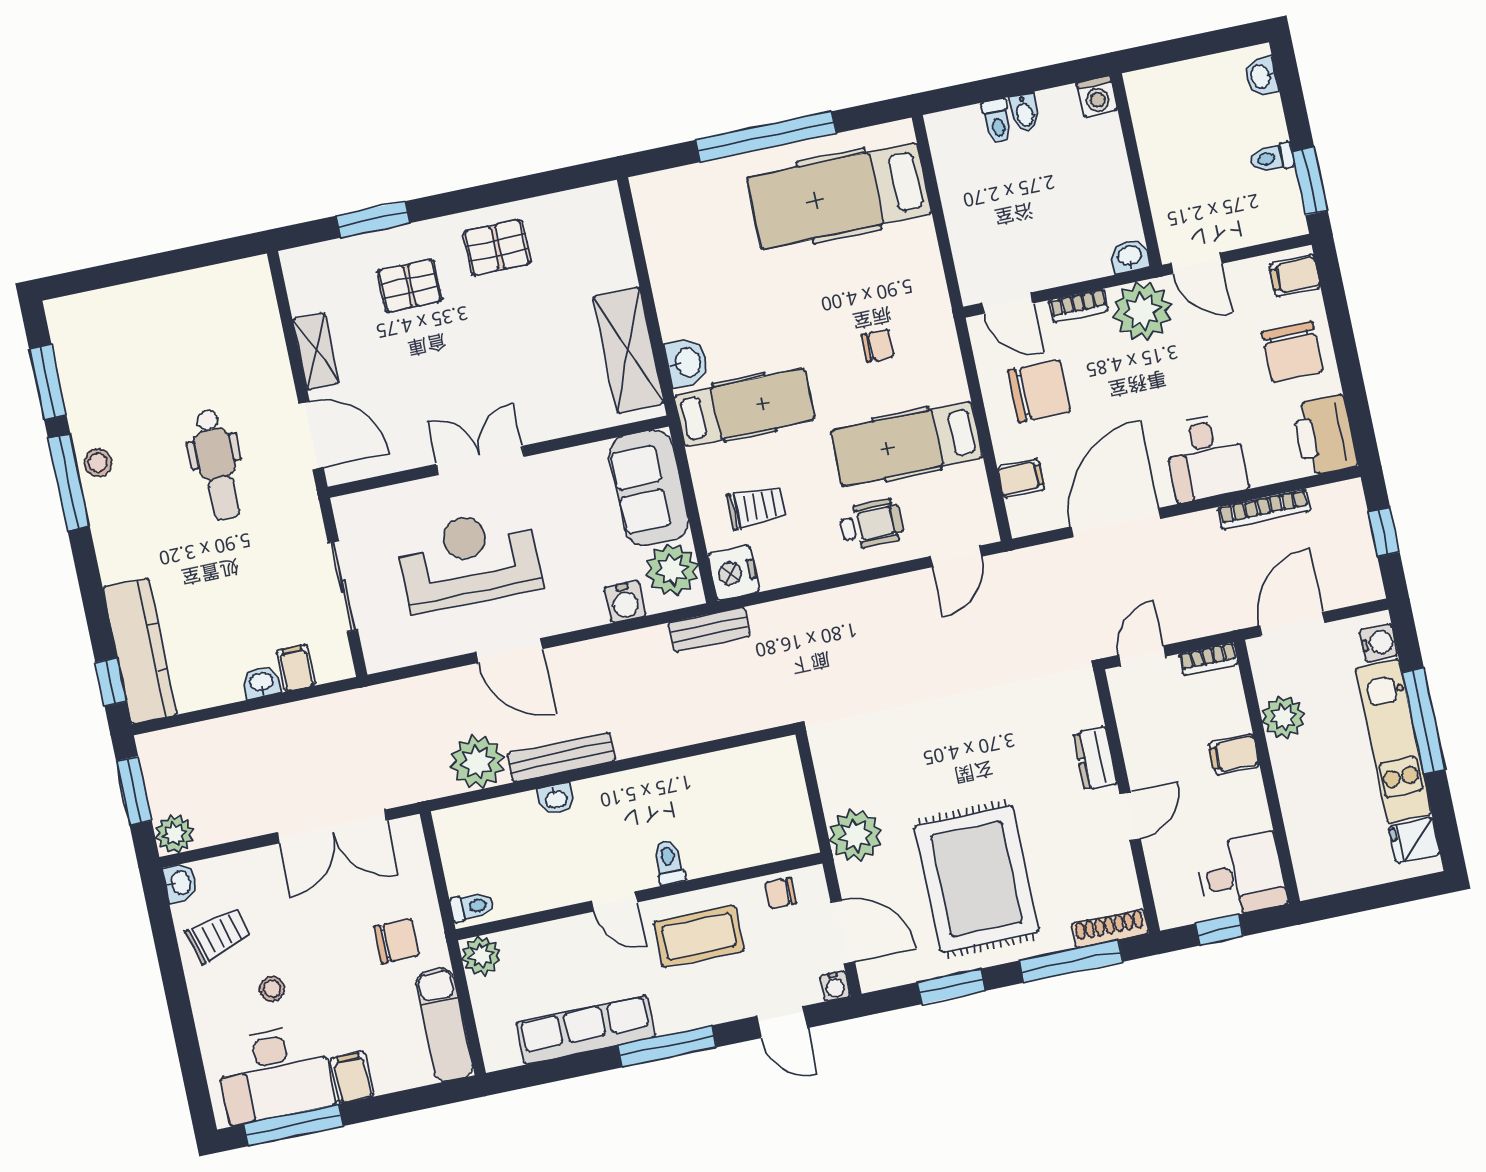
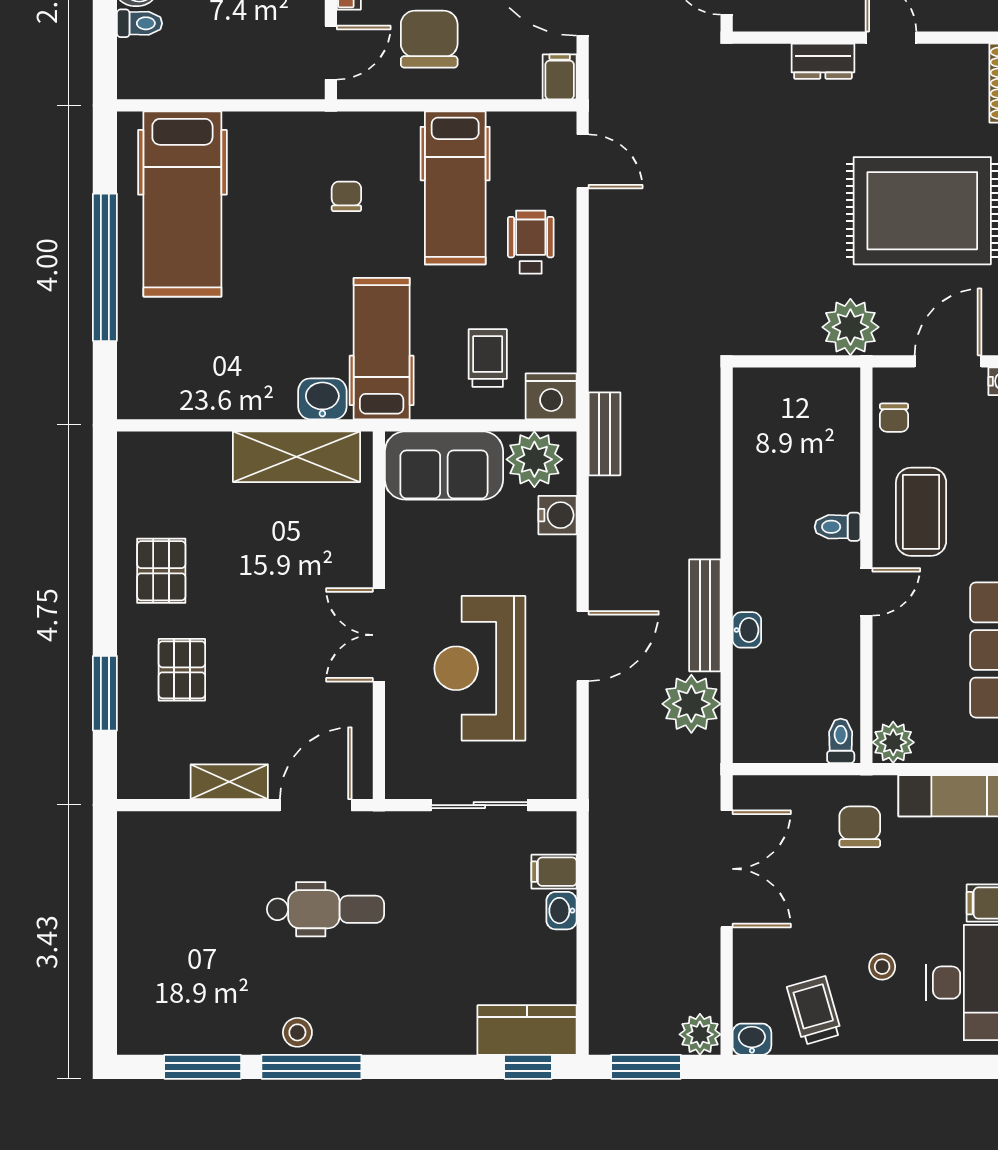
filing cabinet: (1021, 478) -> (560, 77), moved
kitchen counter: (140, 651) -> (527, 1030), width x0.67

